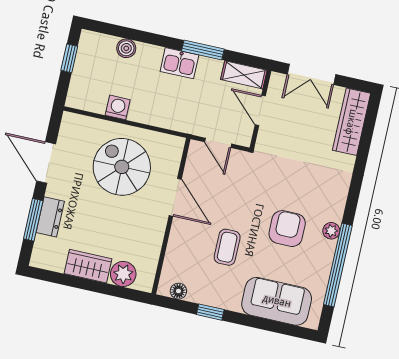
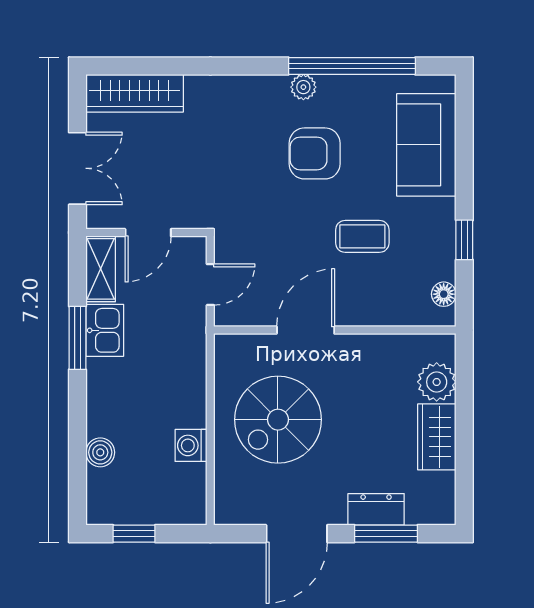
kitchen sink: (179, 63) -> (105, 330), moved

